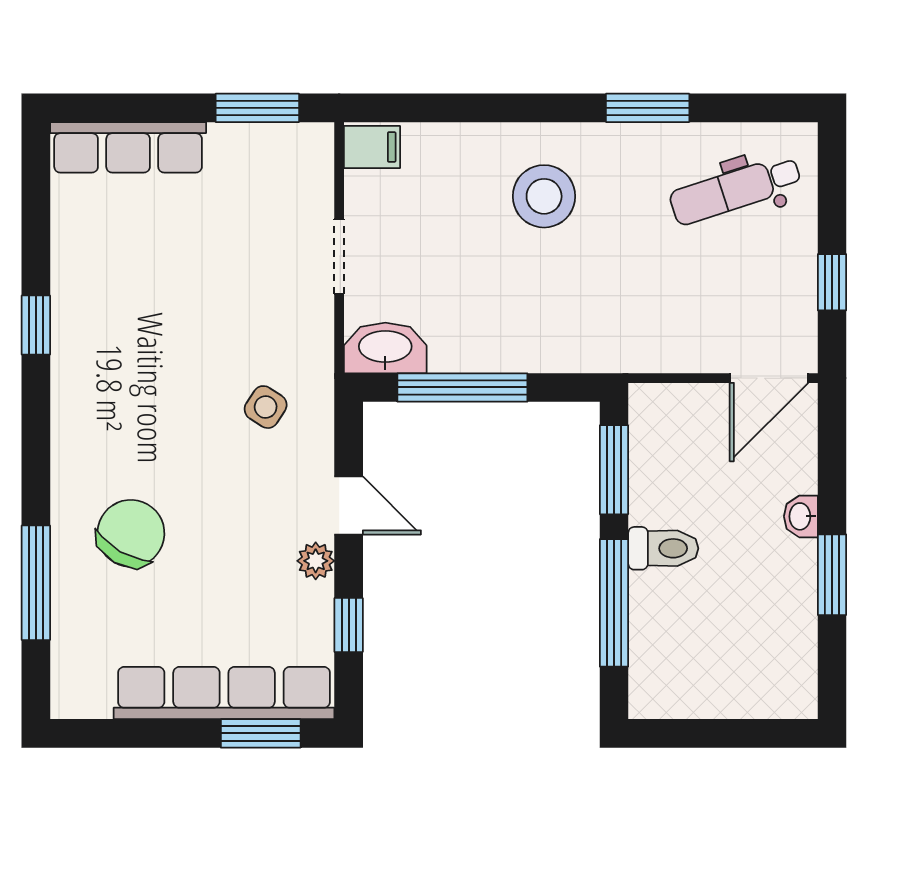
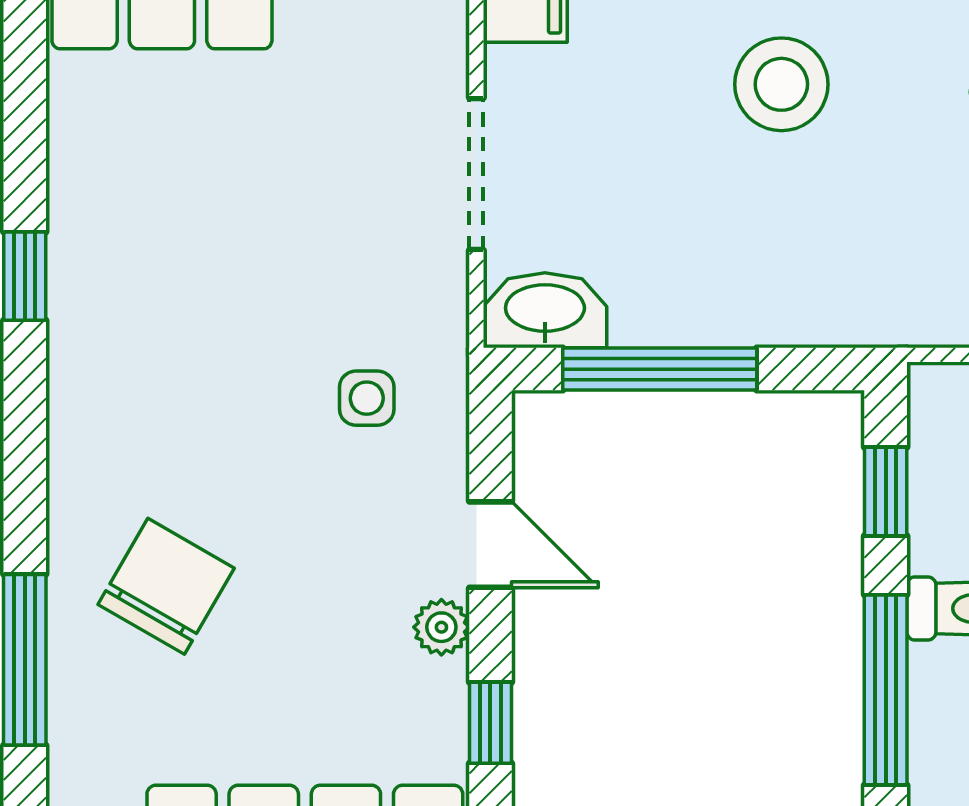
doorway: (339, 256) -> (476, 174), width x1.38
side table: (266, 407) -> (367, 398), turned -33
window: (614, 470) -> (886, 492), width x0.67

